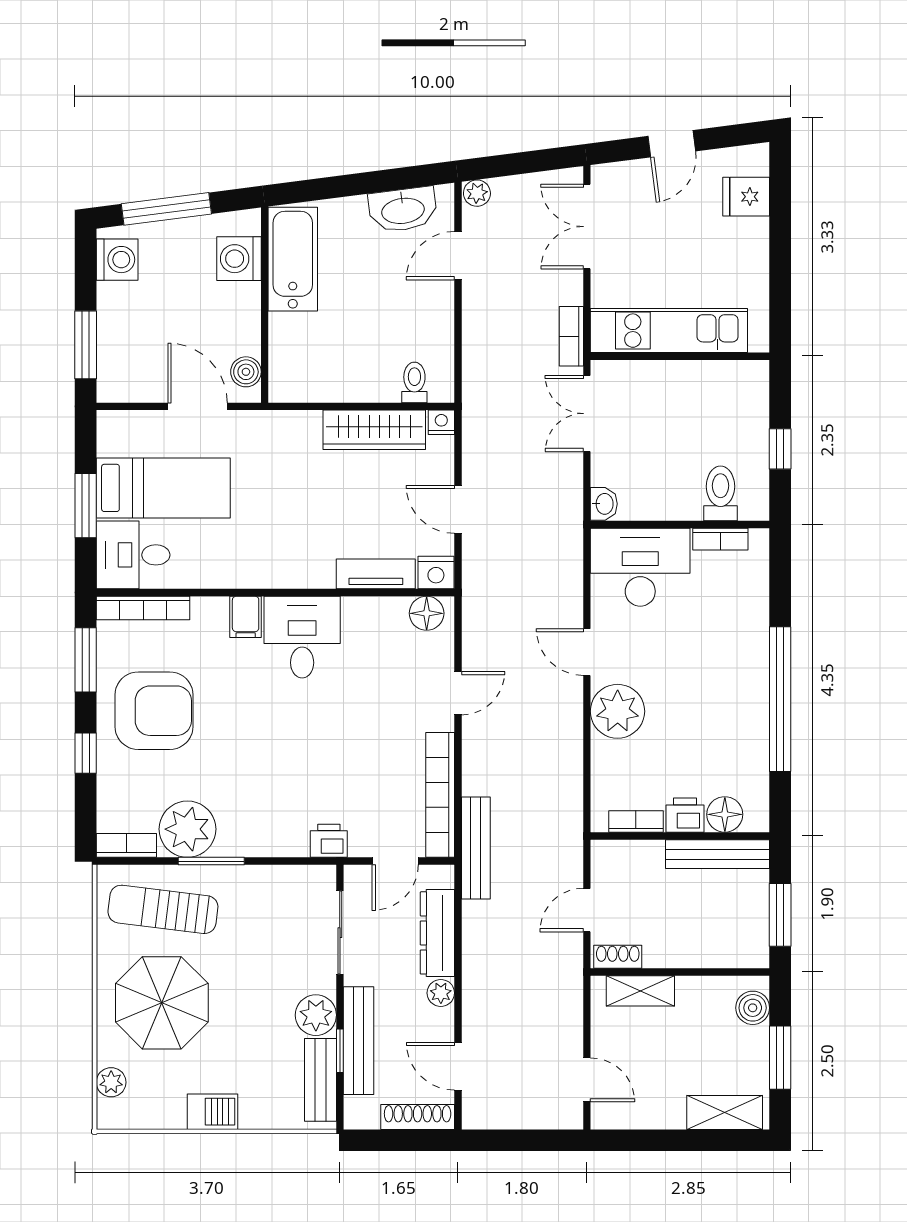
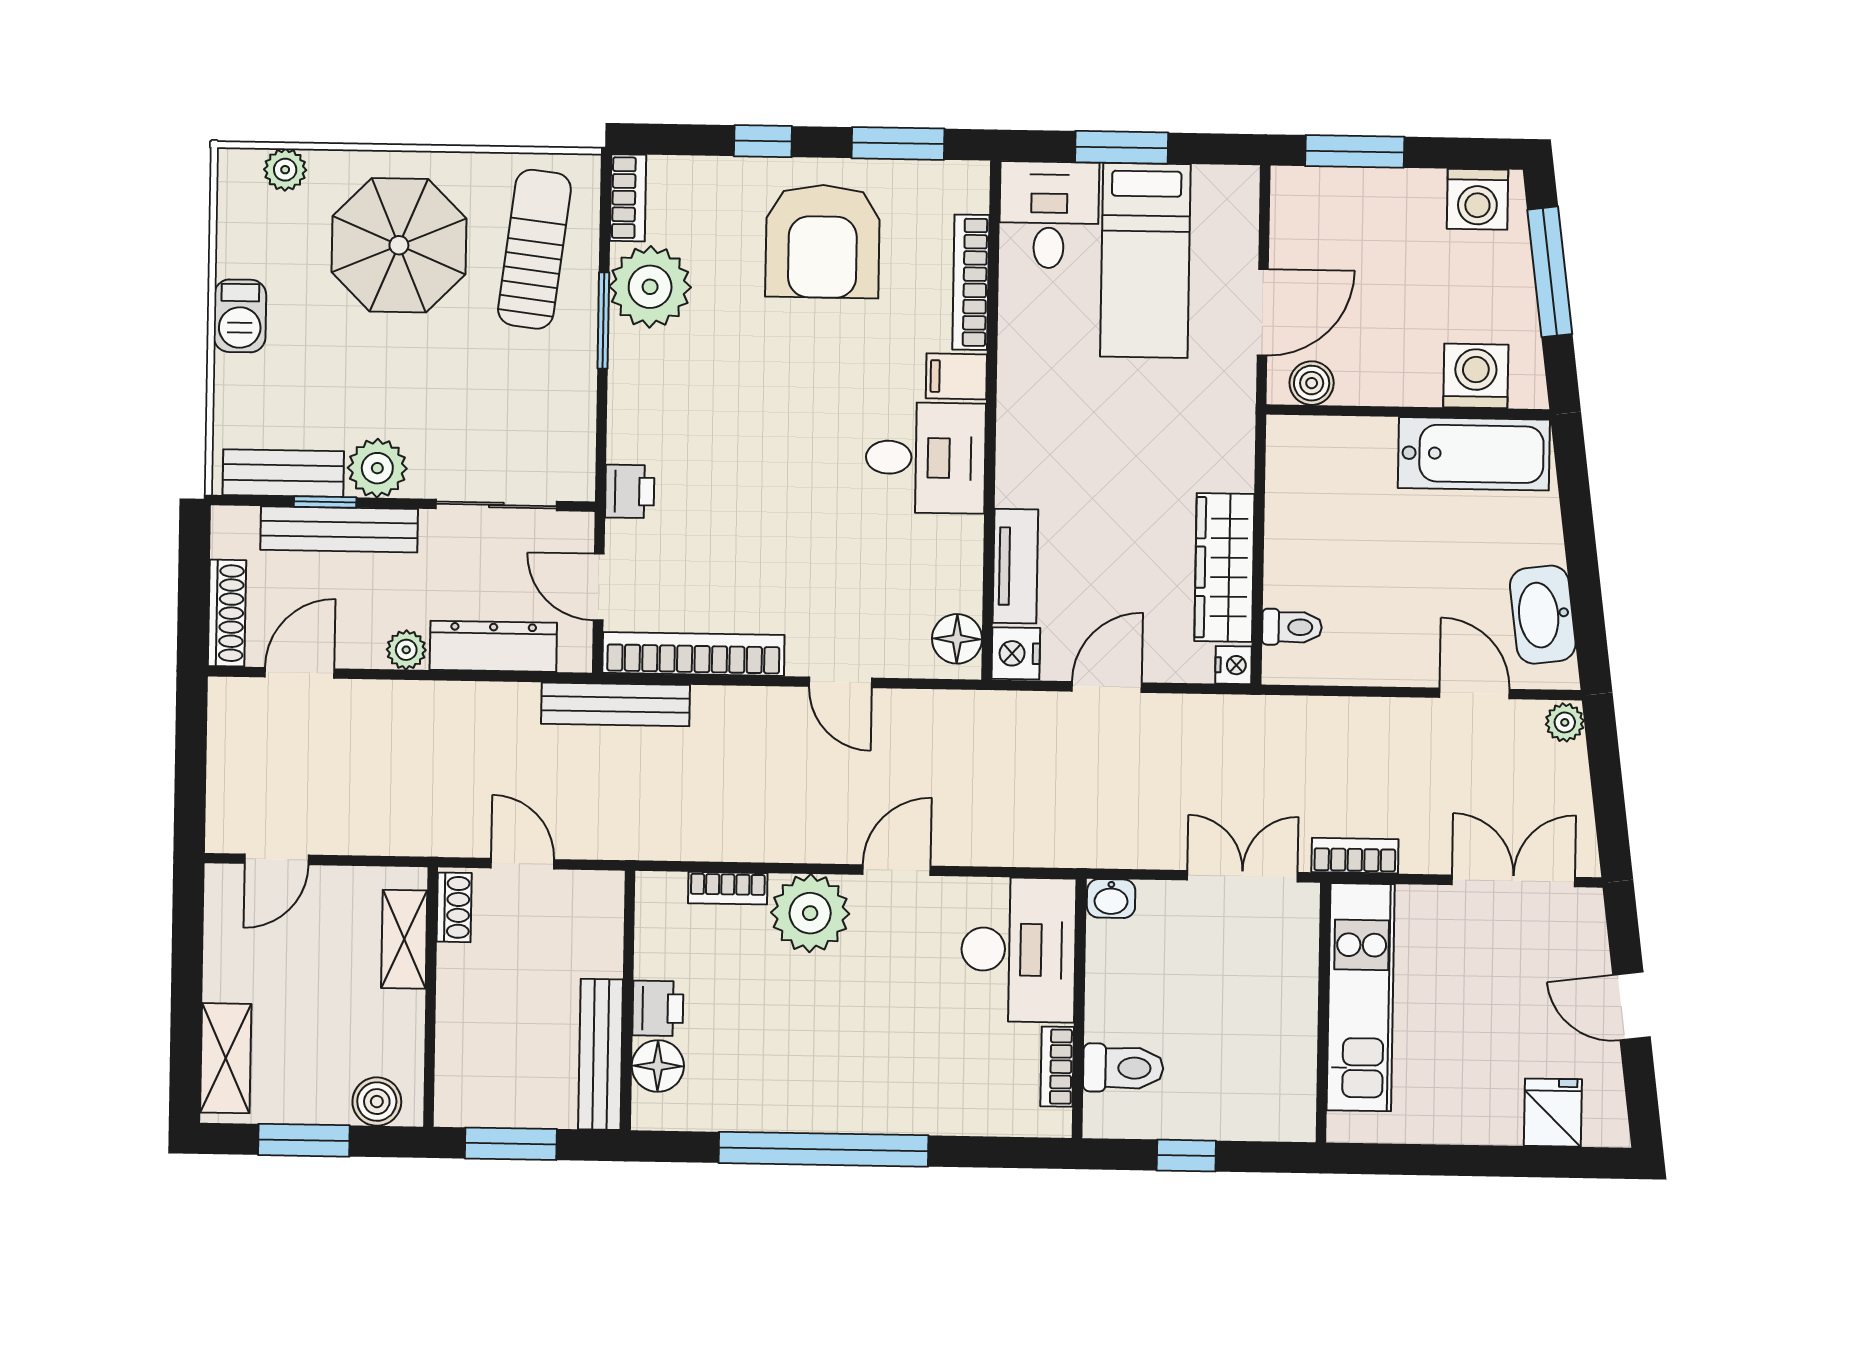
bookcase: (143, 608) -> (971, 282), moved
bookcase: (636, 822) -> (728, 888), moved, turned 90

